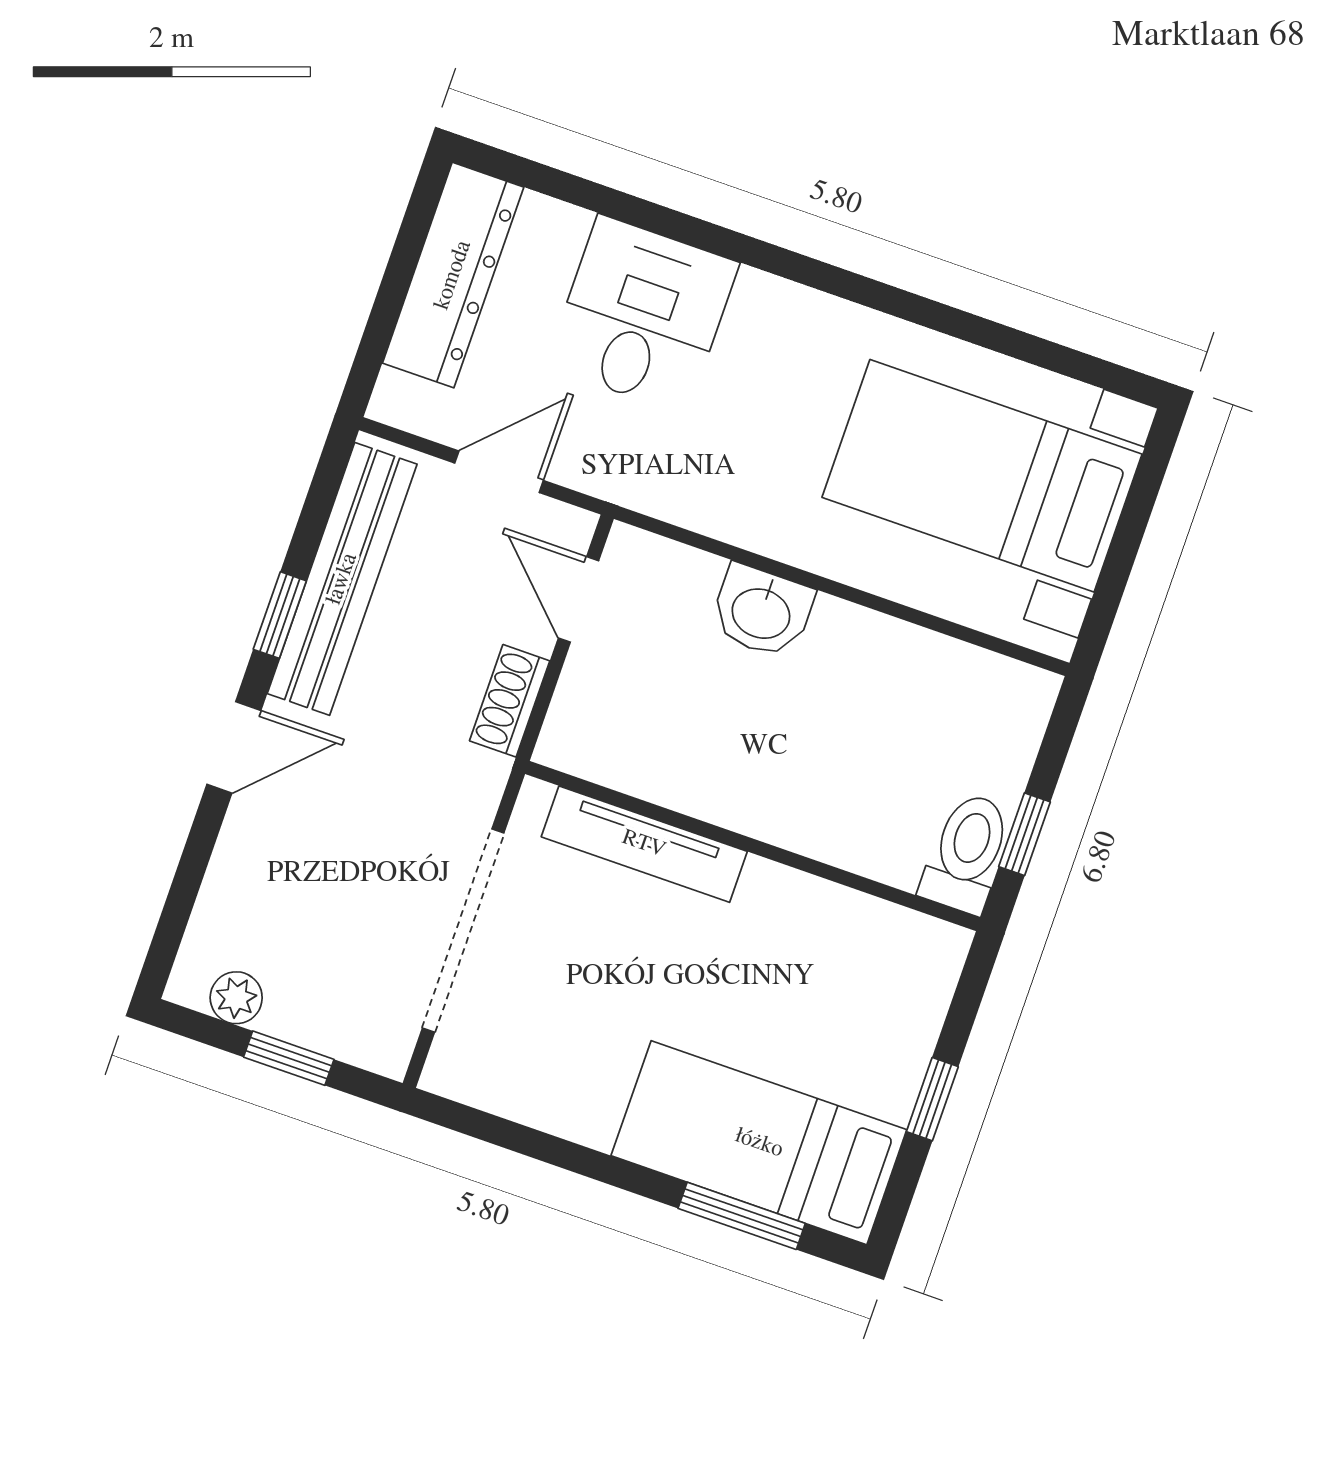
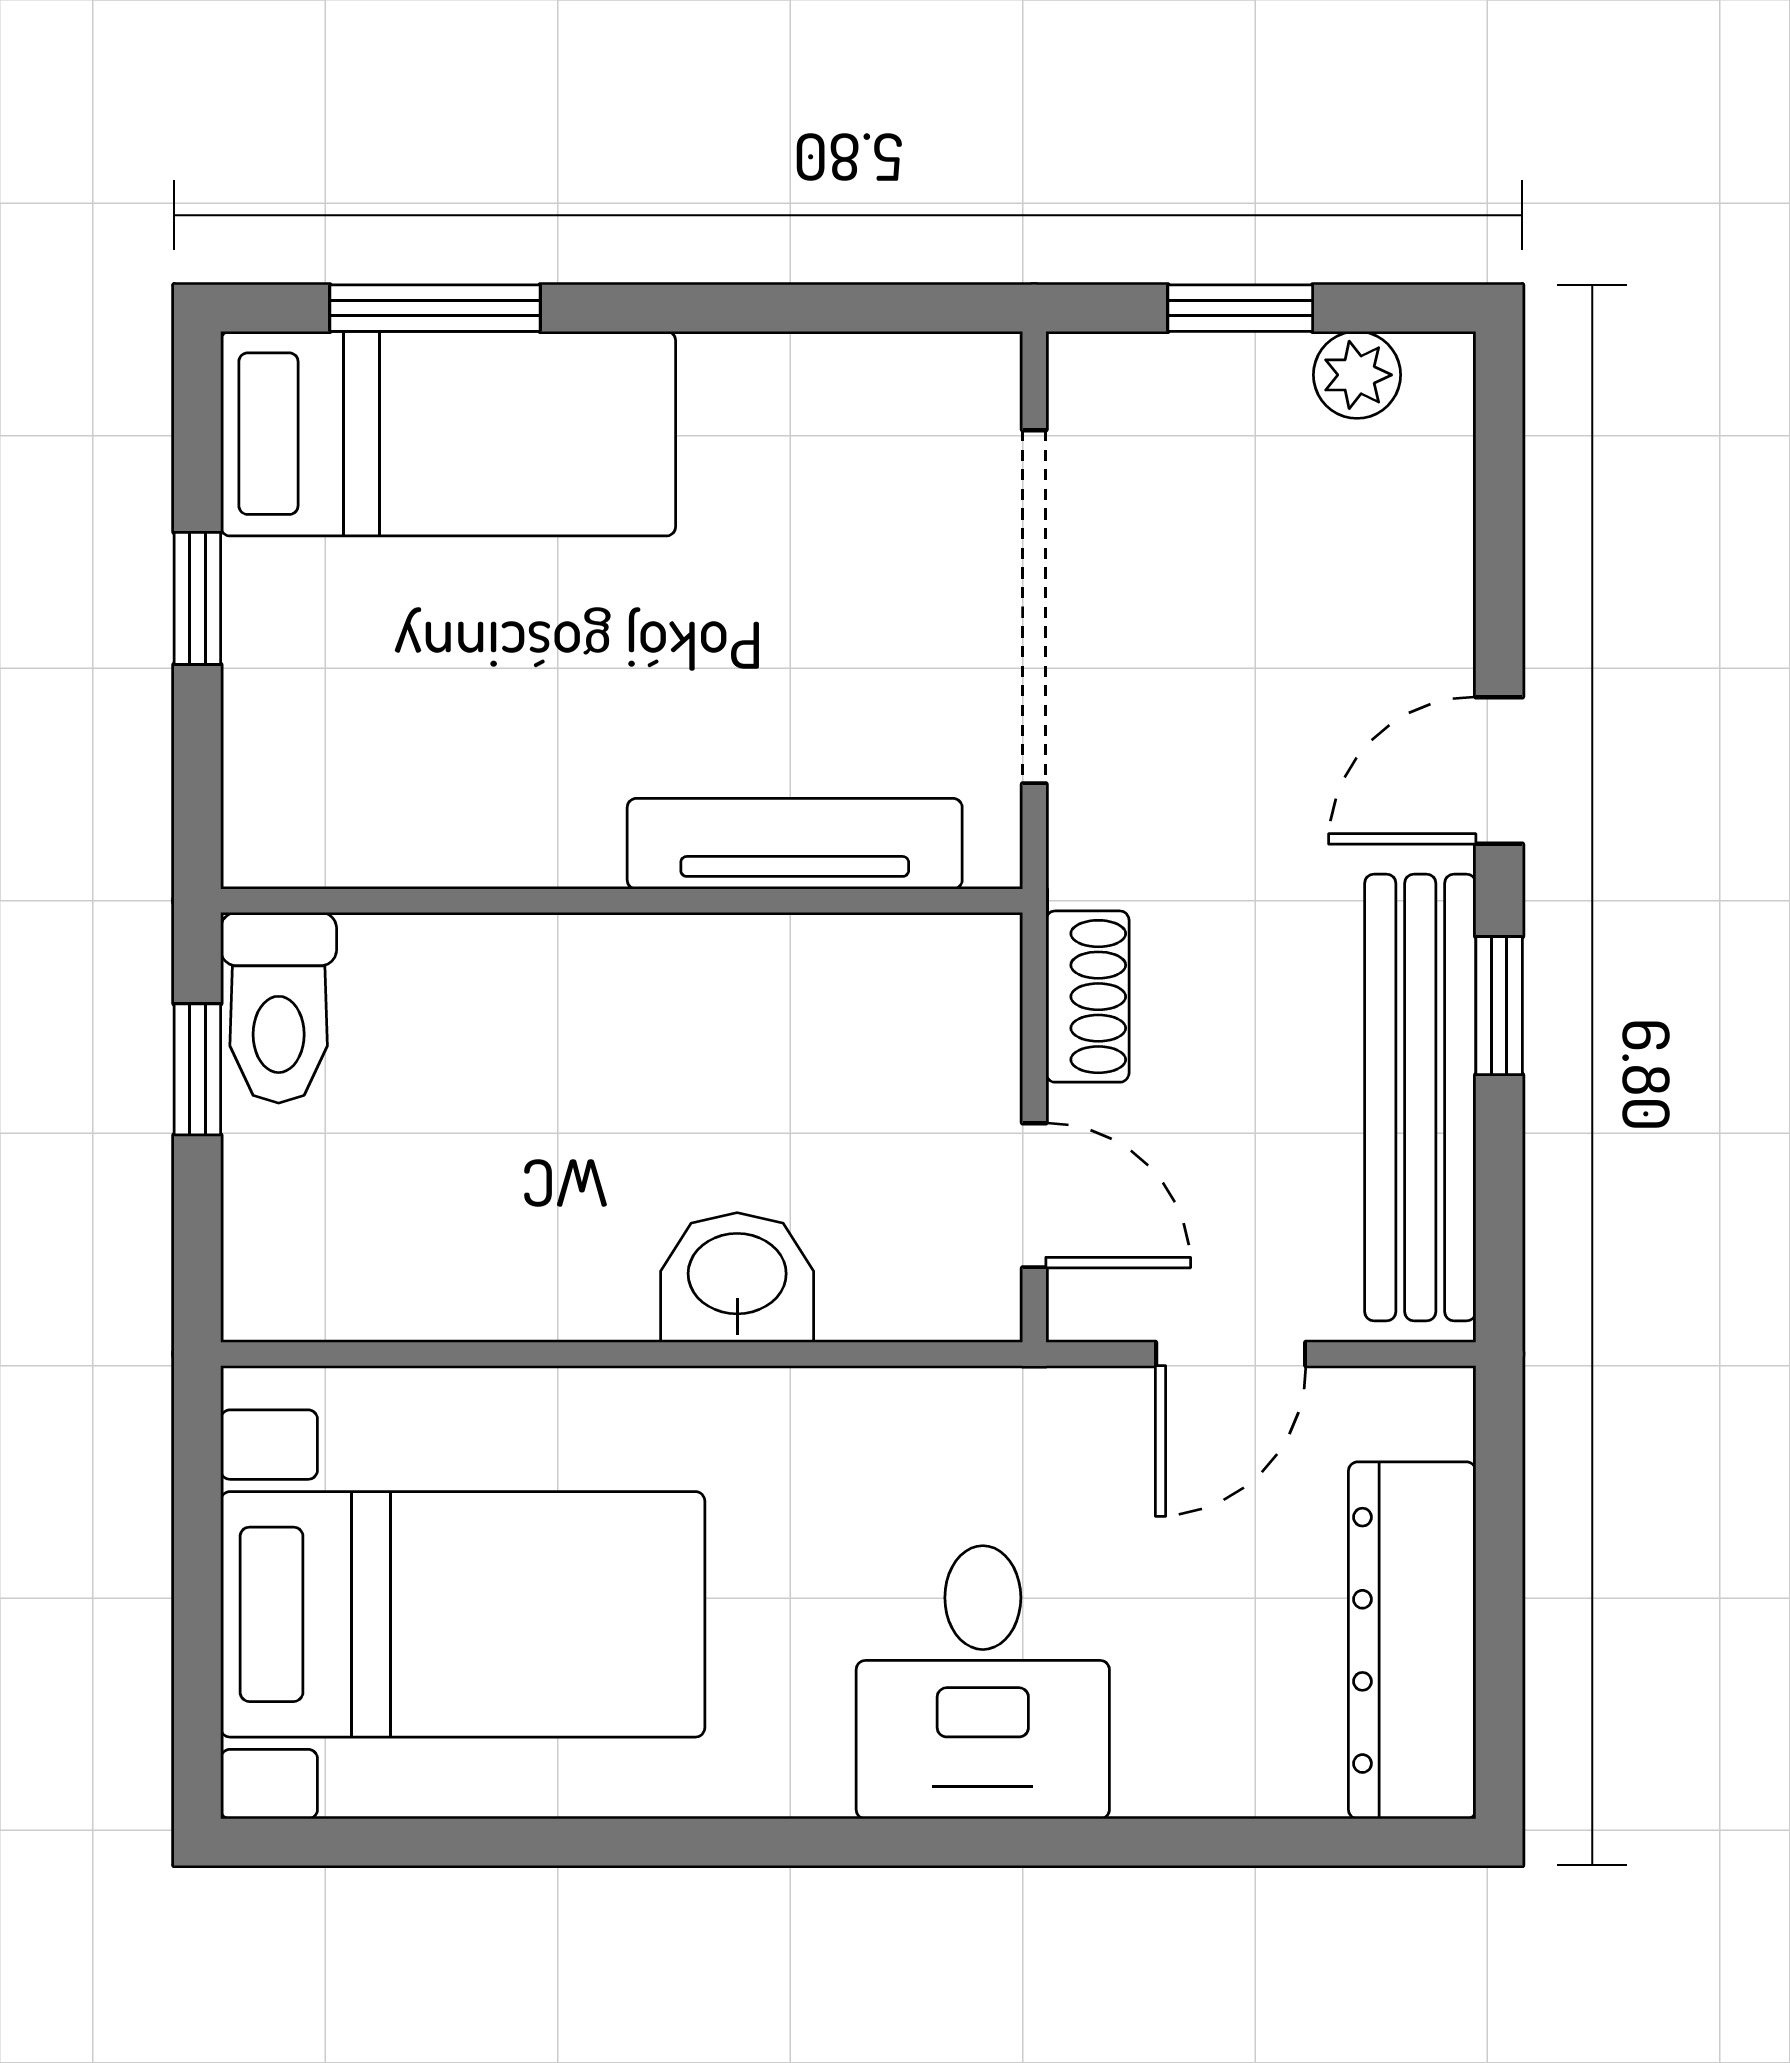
desk: (642, 315) -> (983, 1682), moved

